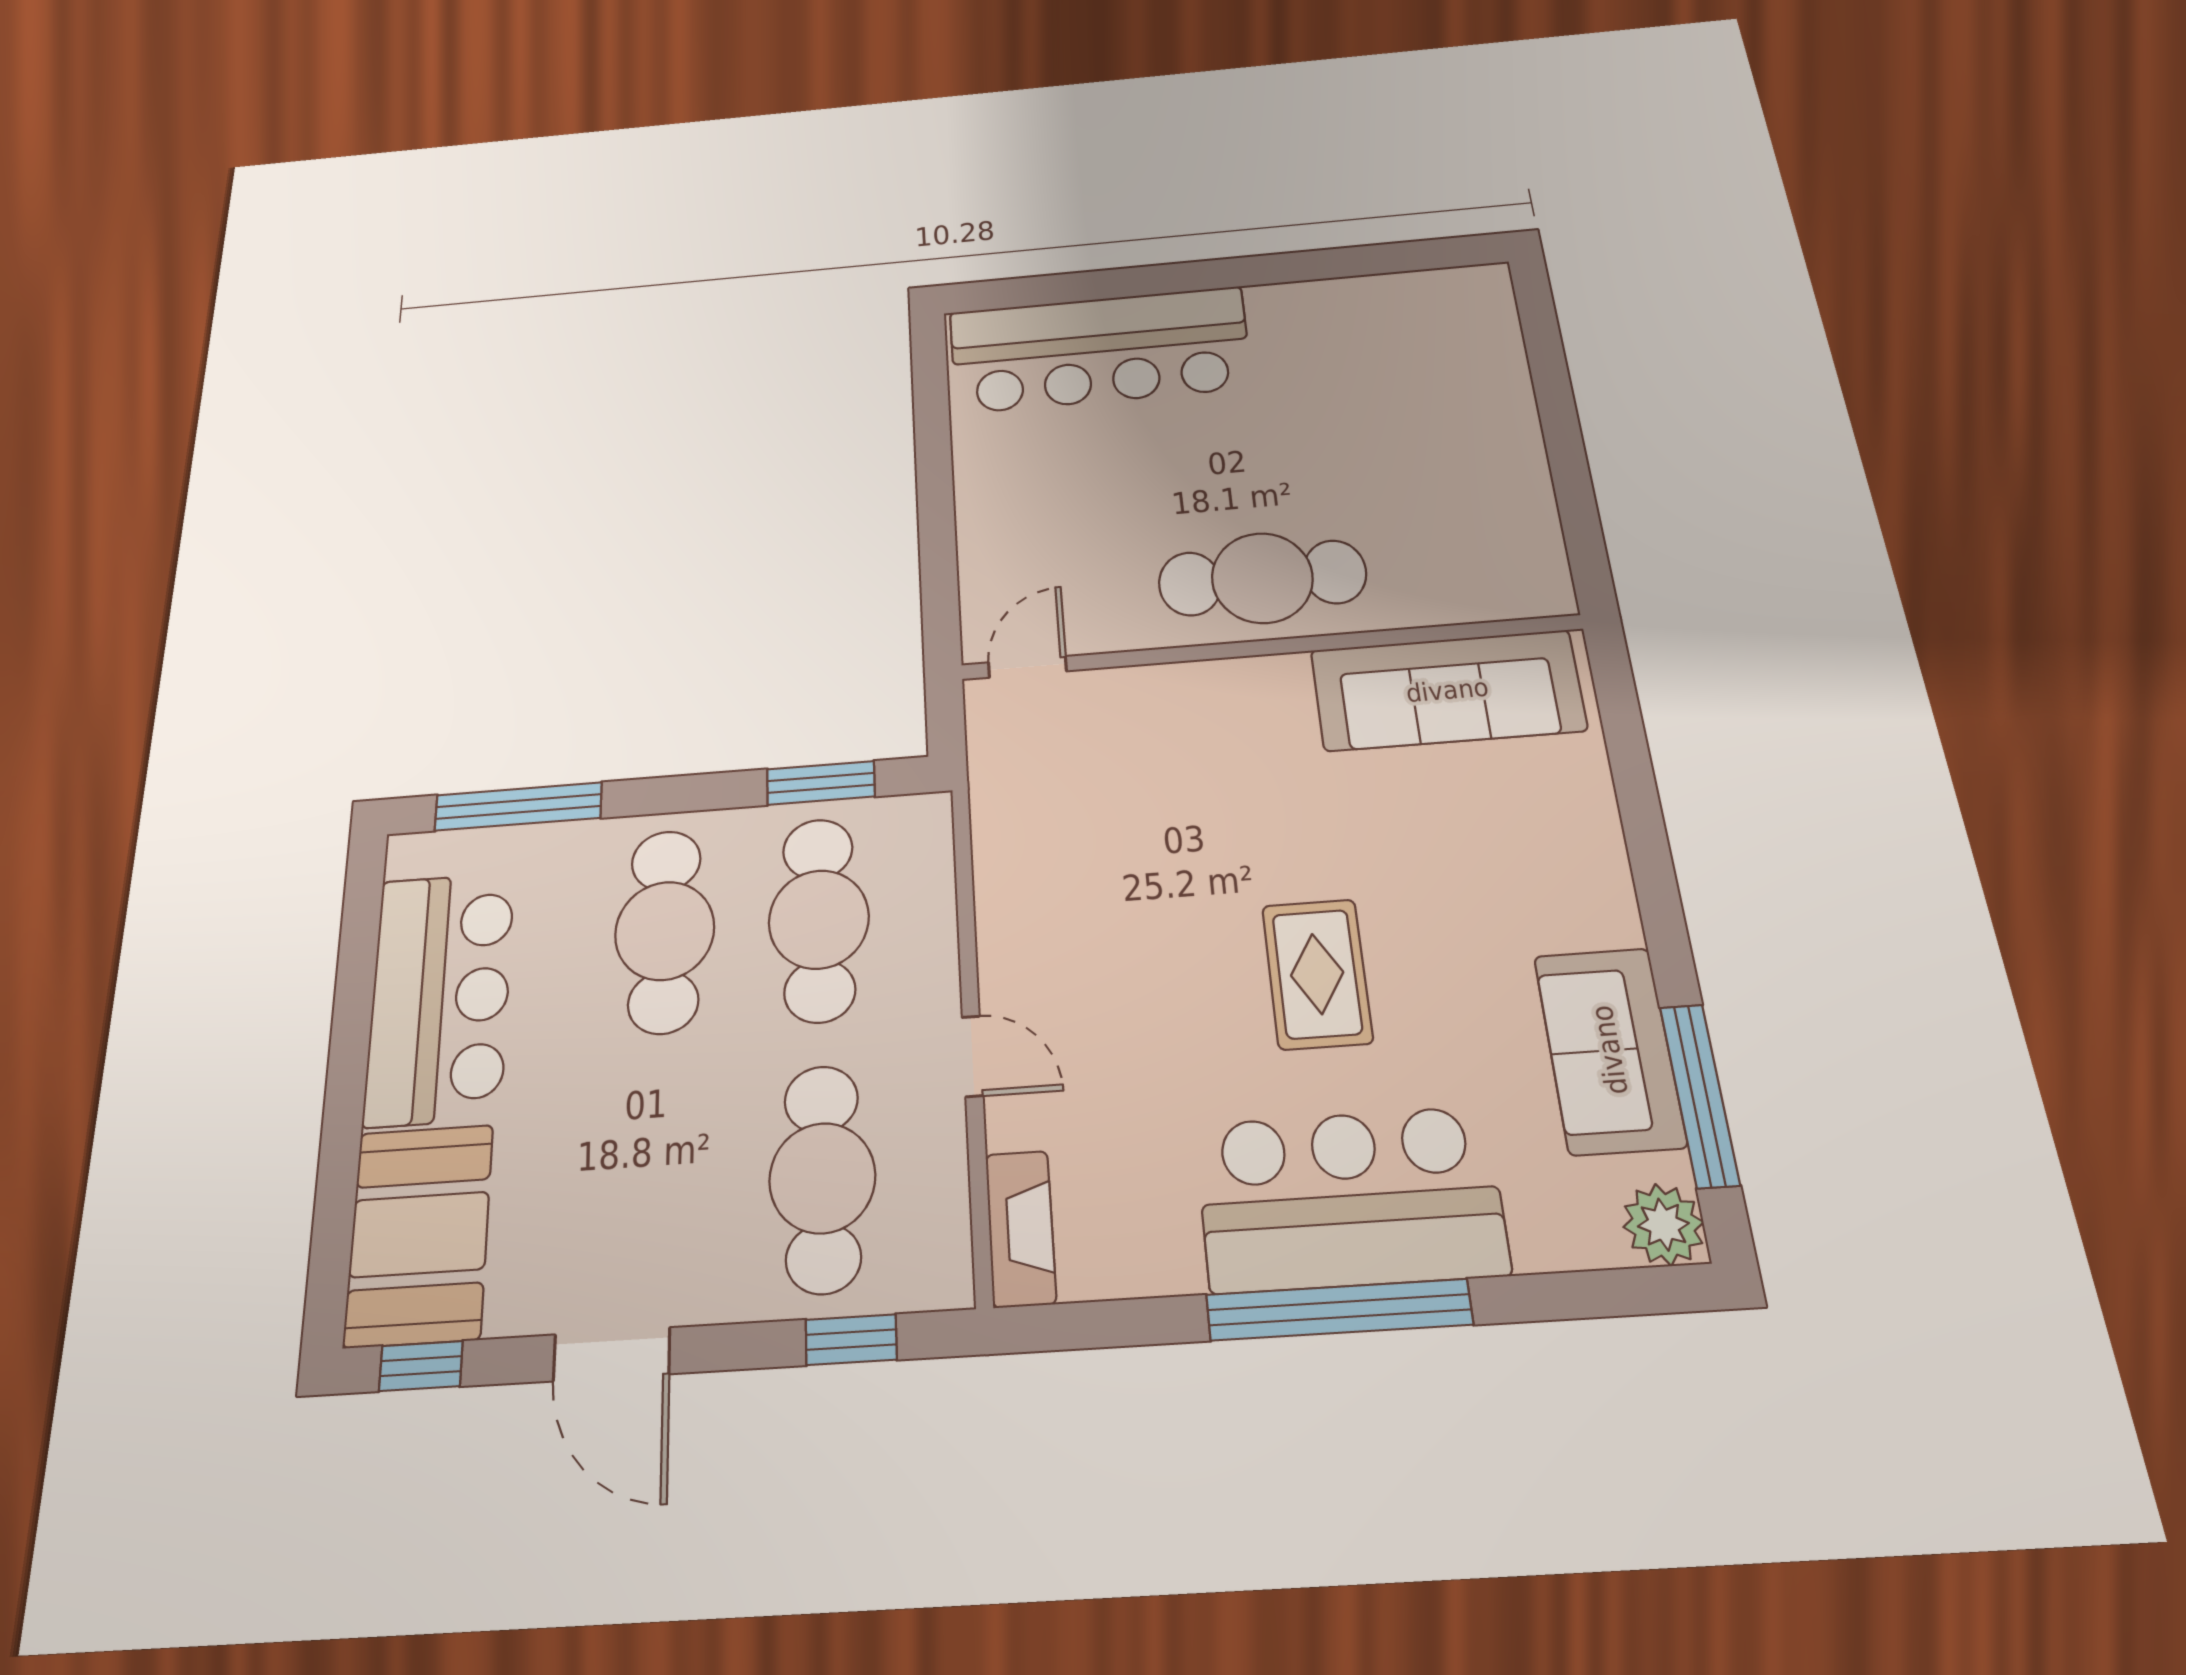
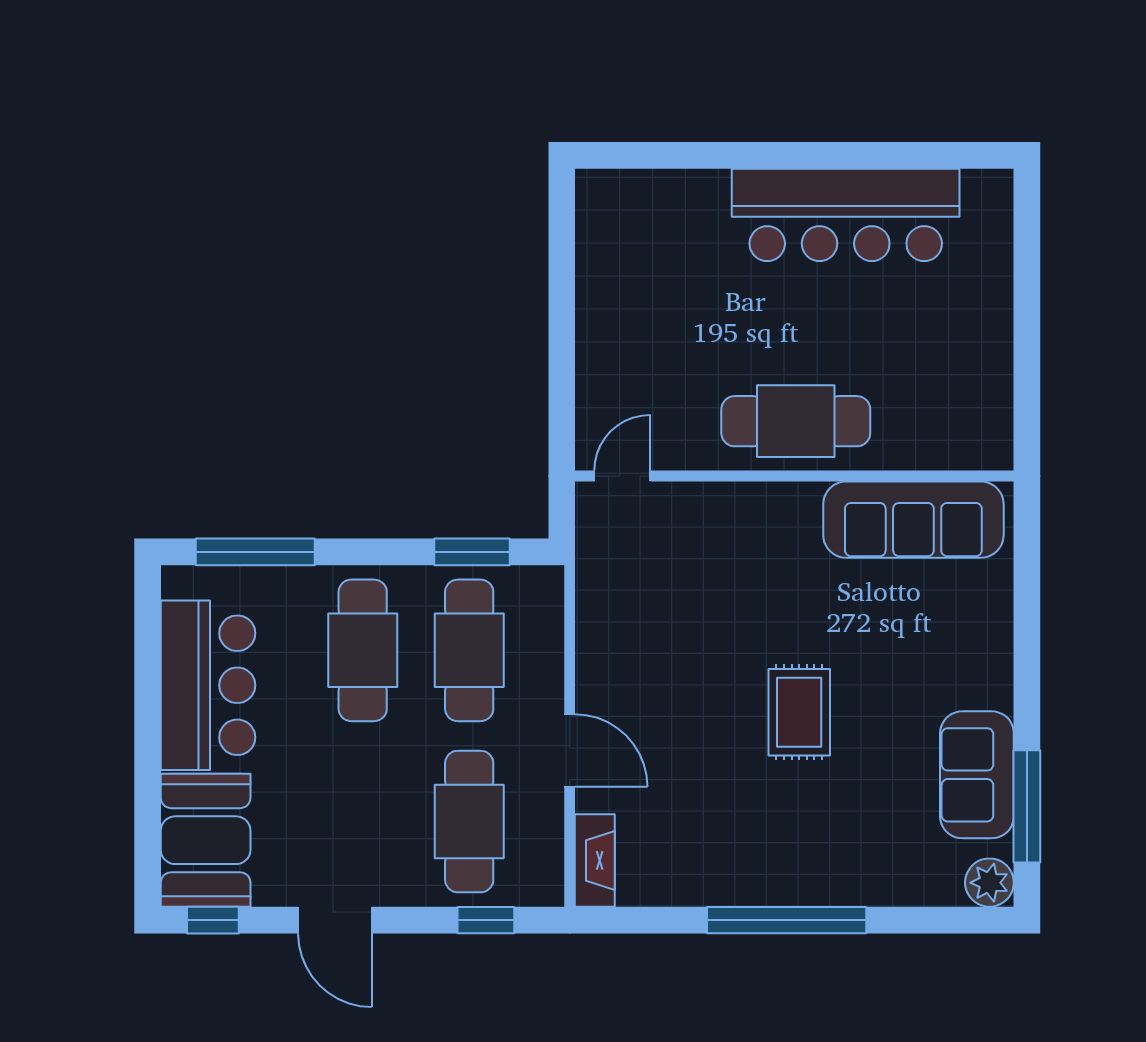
bar counter: (1099, 350) -> (846, 215), moved
door: (973, 1056) -> (570, 750), width x1.37
bar counter: (1350, 1199) -> (802, 855), removed

